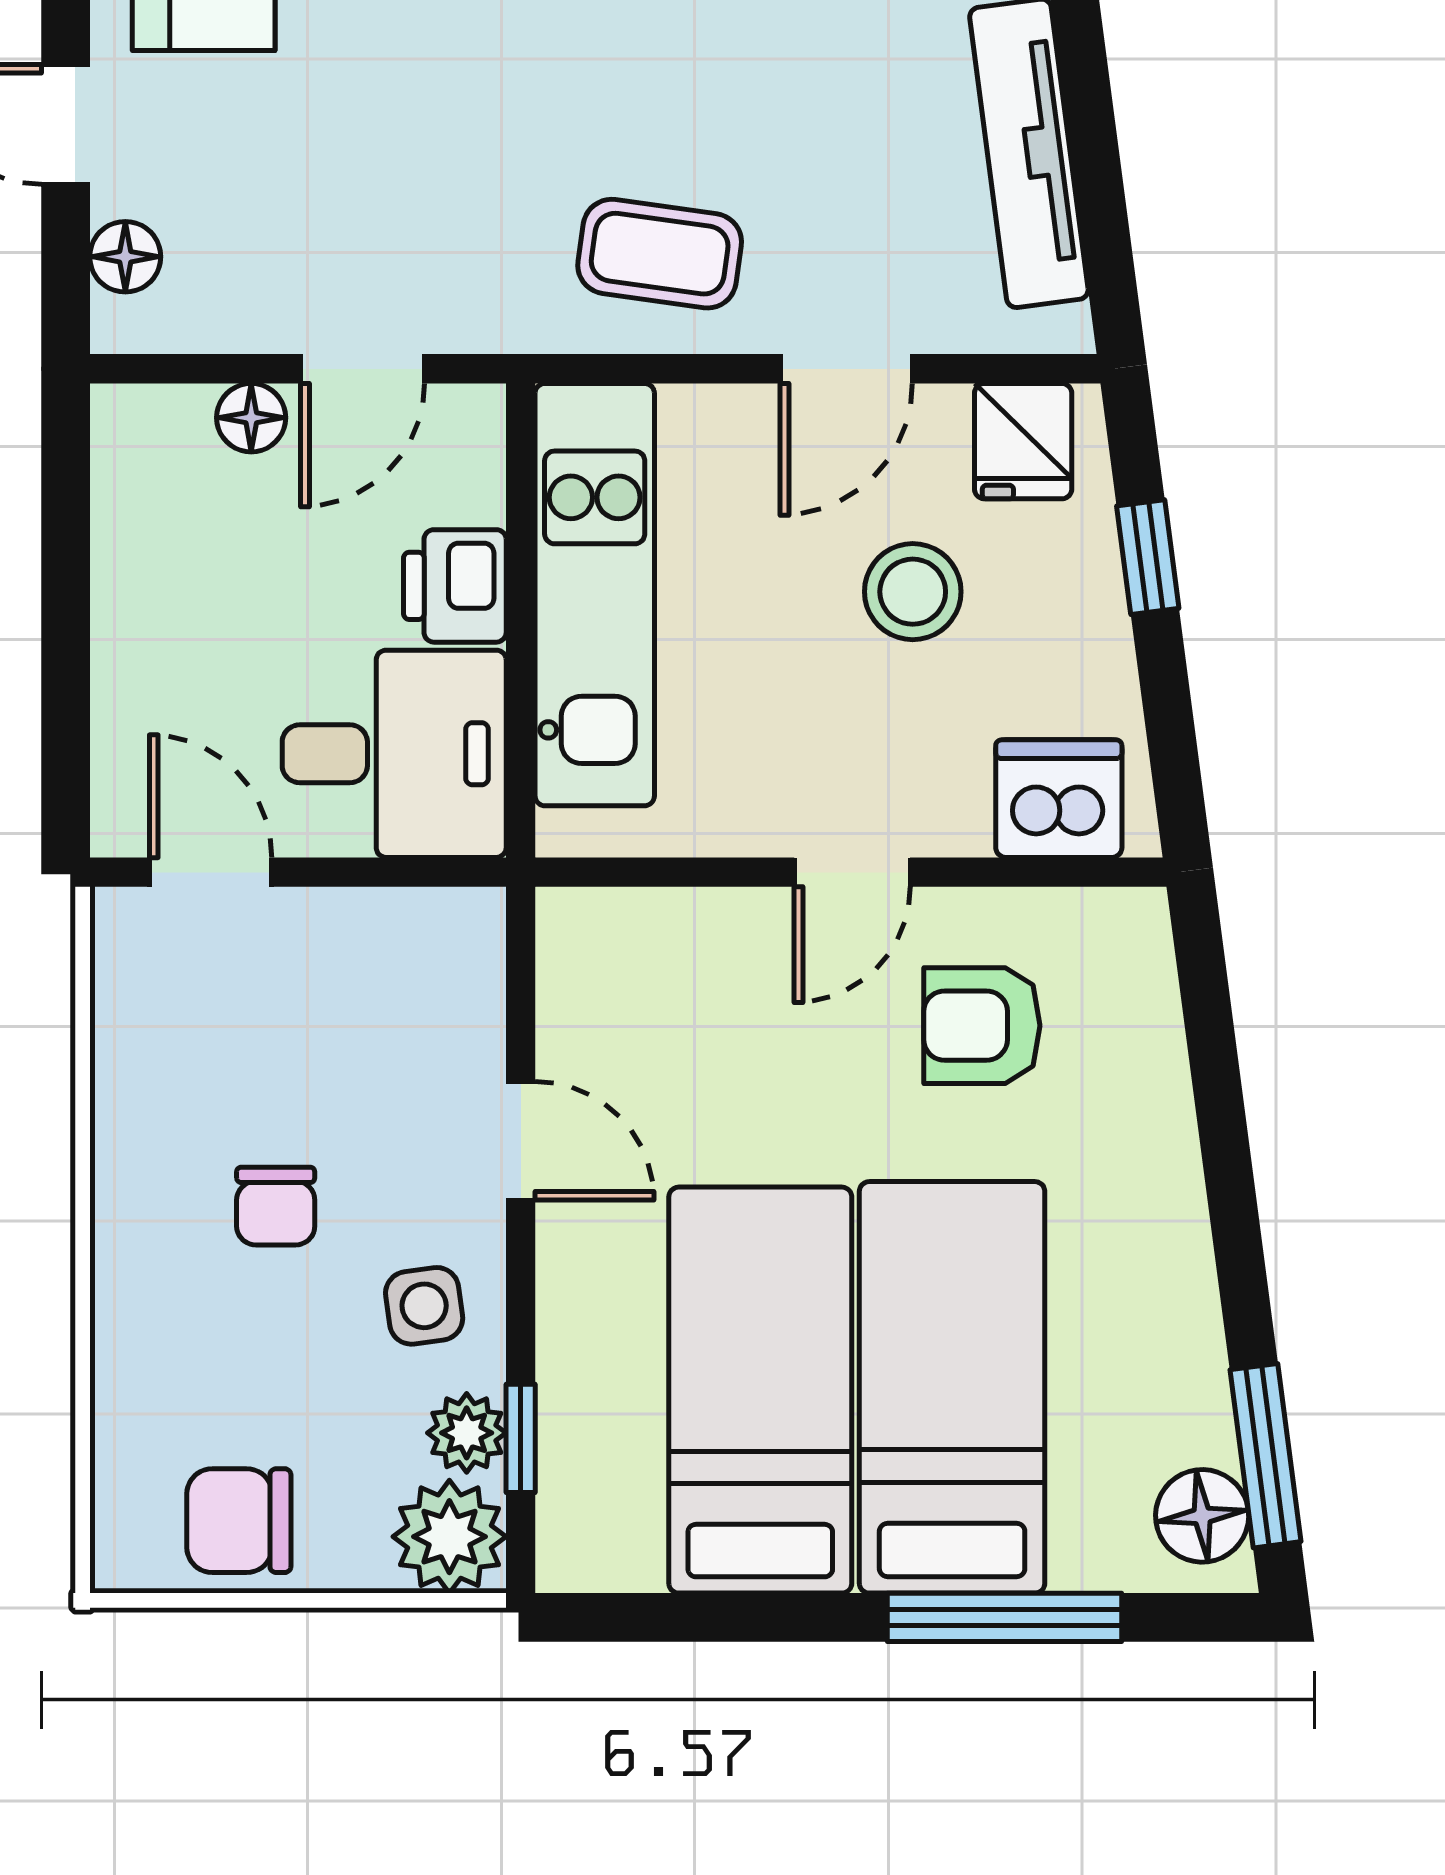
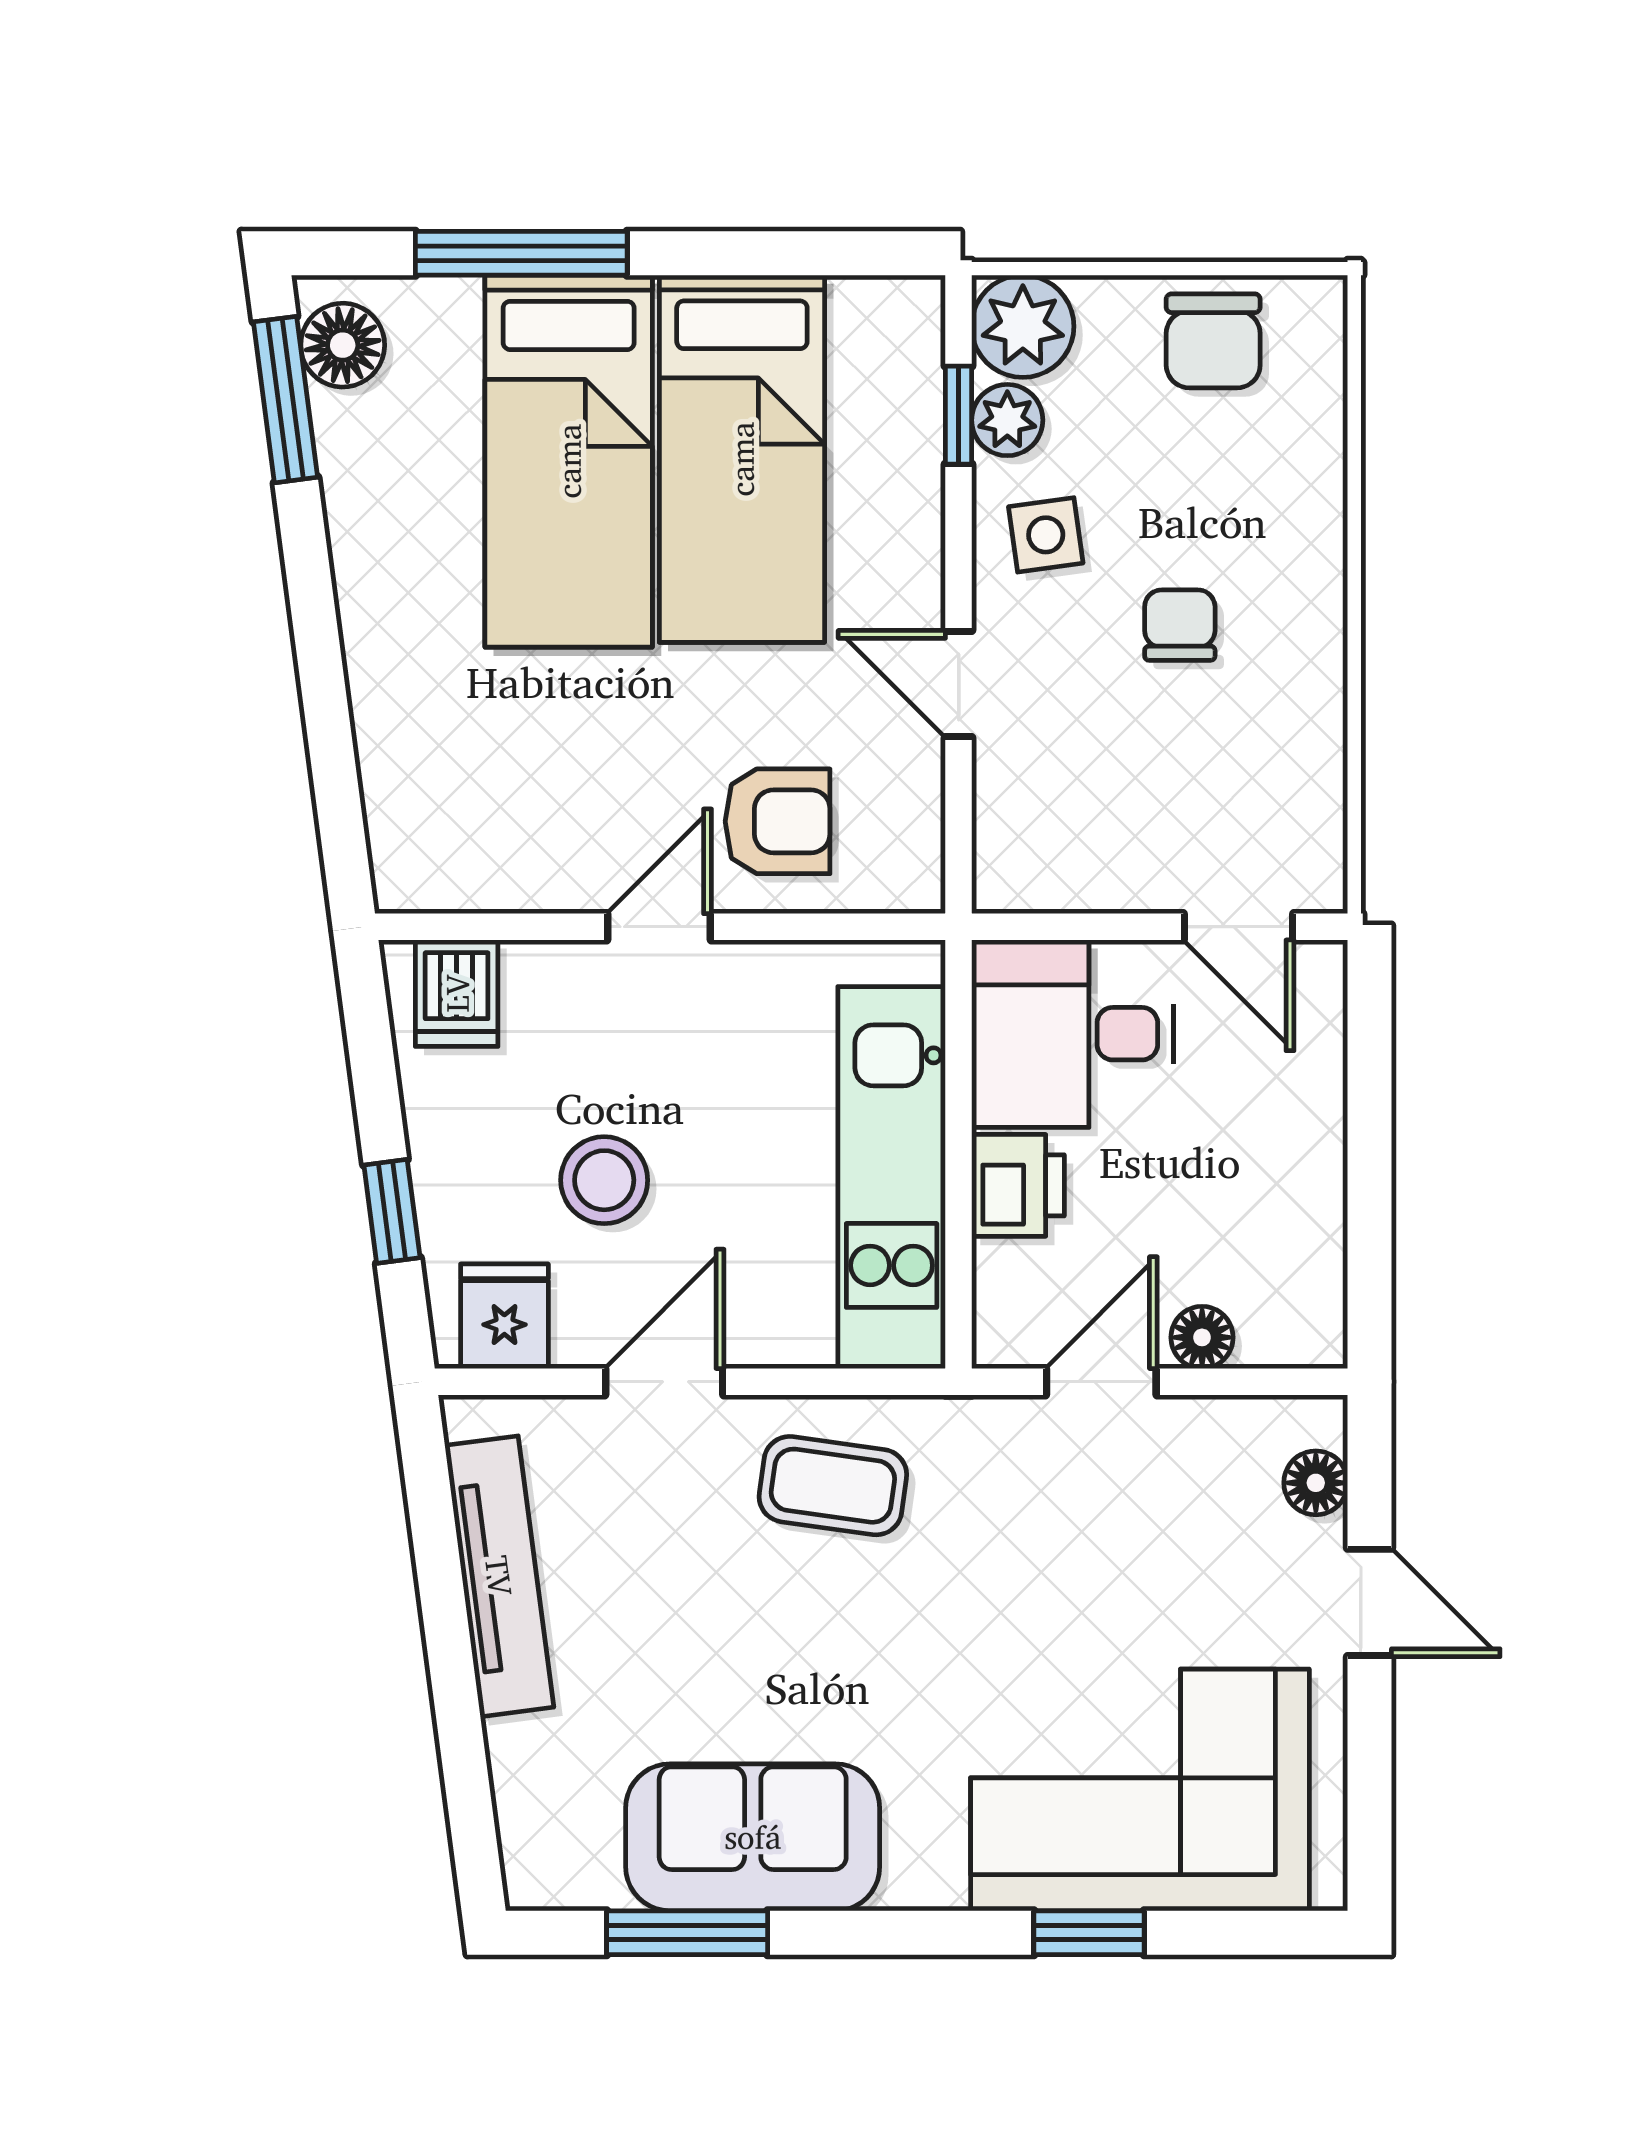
dishwasher: (1059, 799) -> (457, 993), width x0.73
armchair: (982, 1026) -> (778, 821), moved
chair: (239, 1521) -> (1213, 341), turned 90

